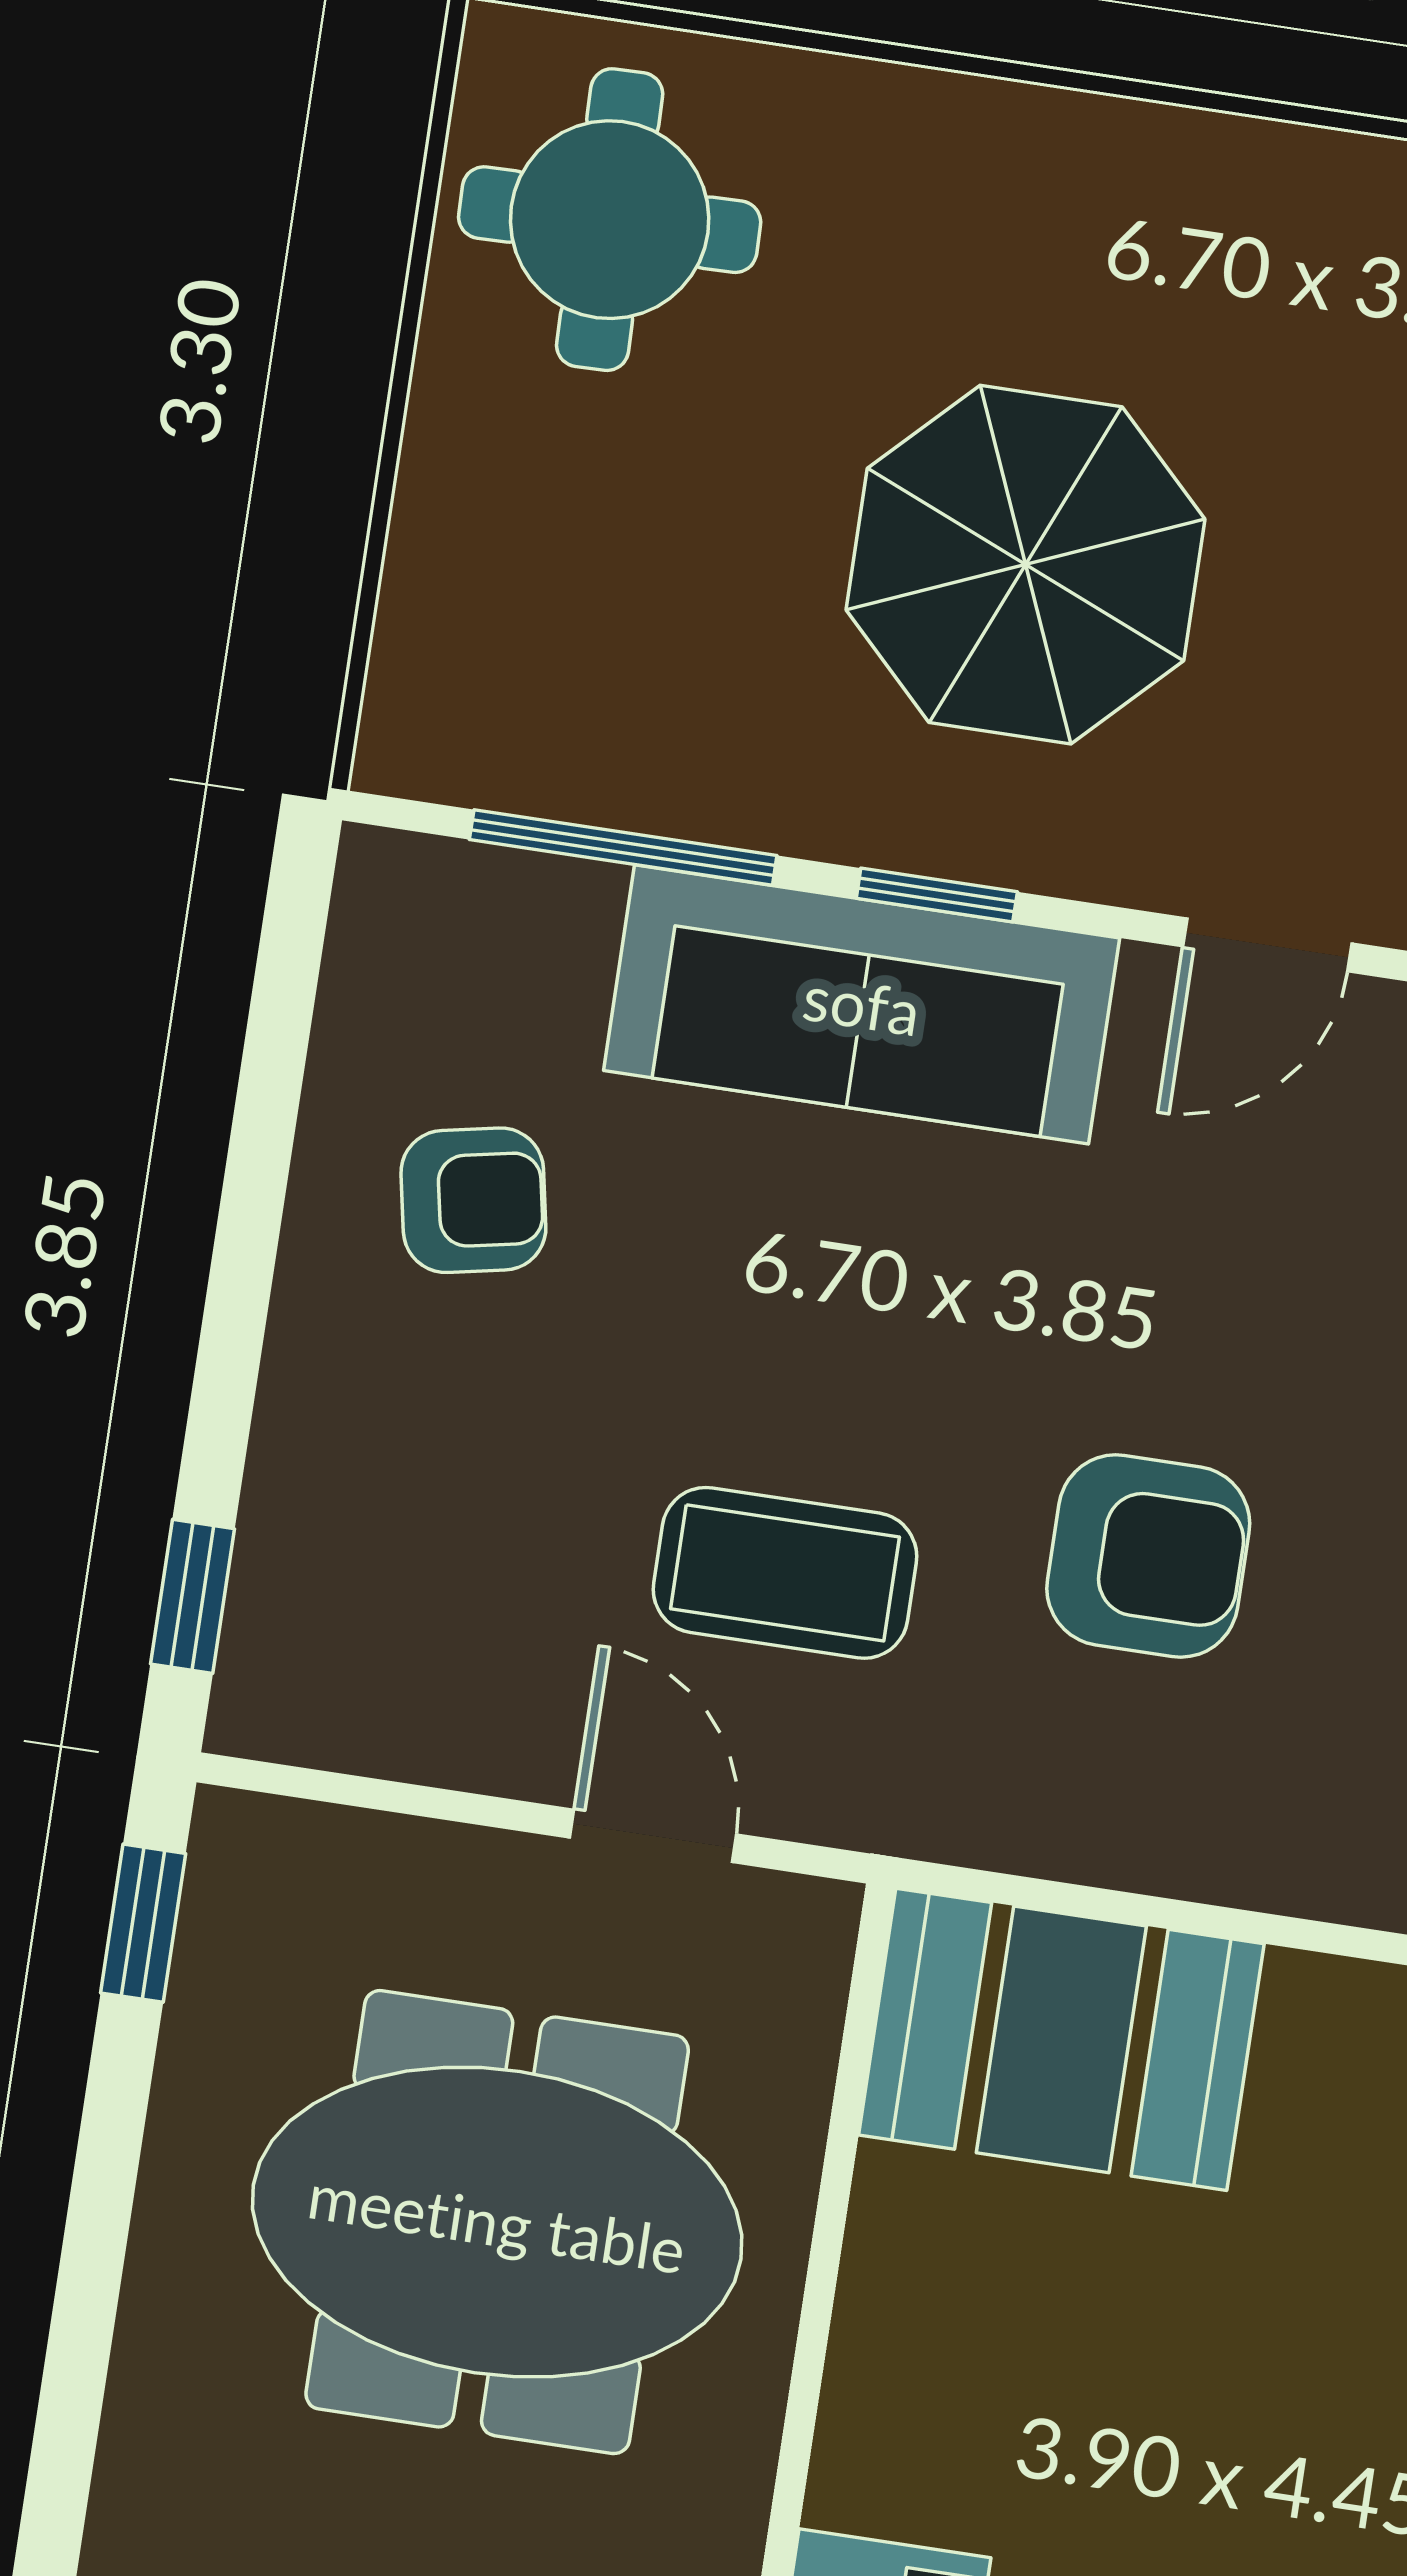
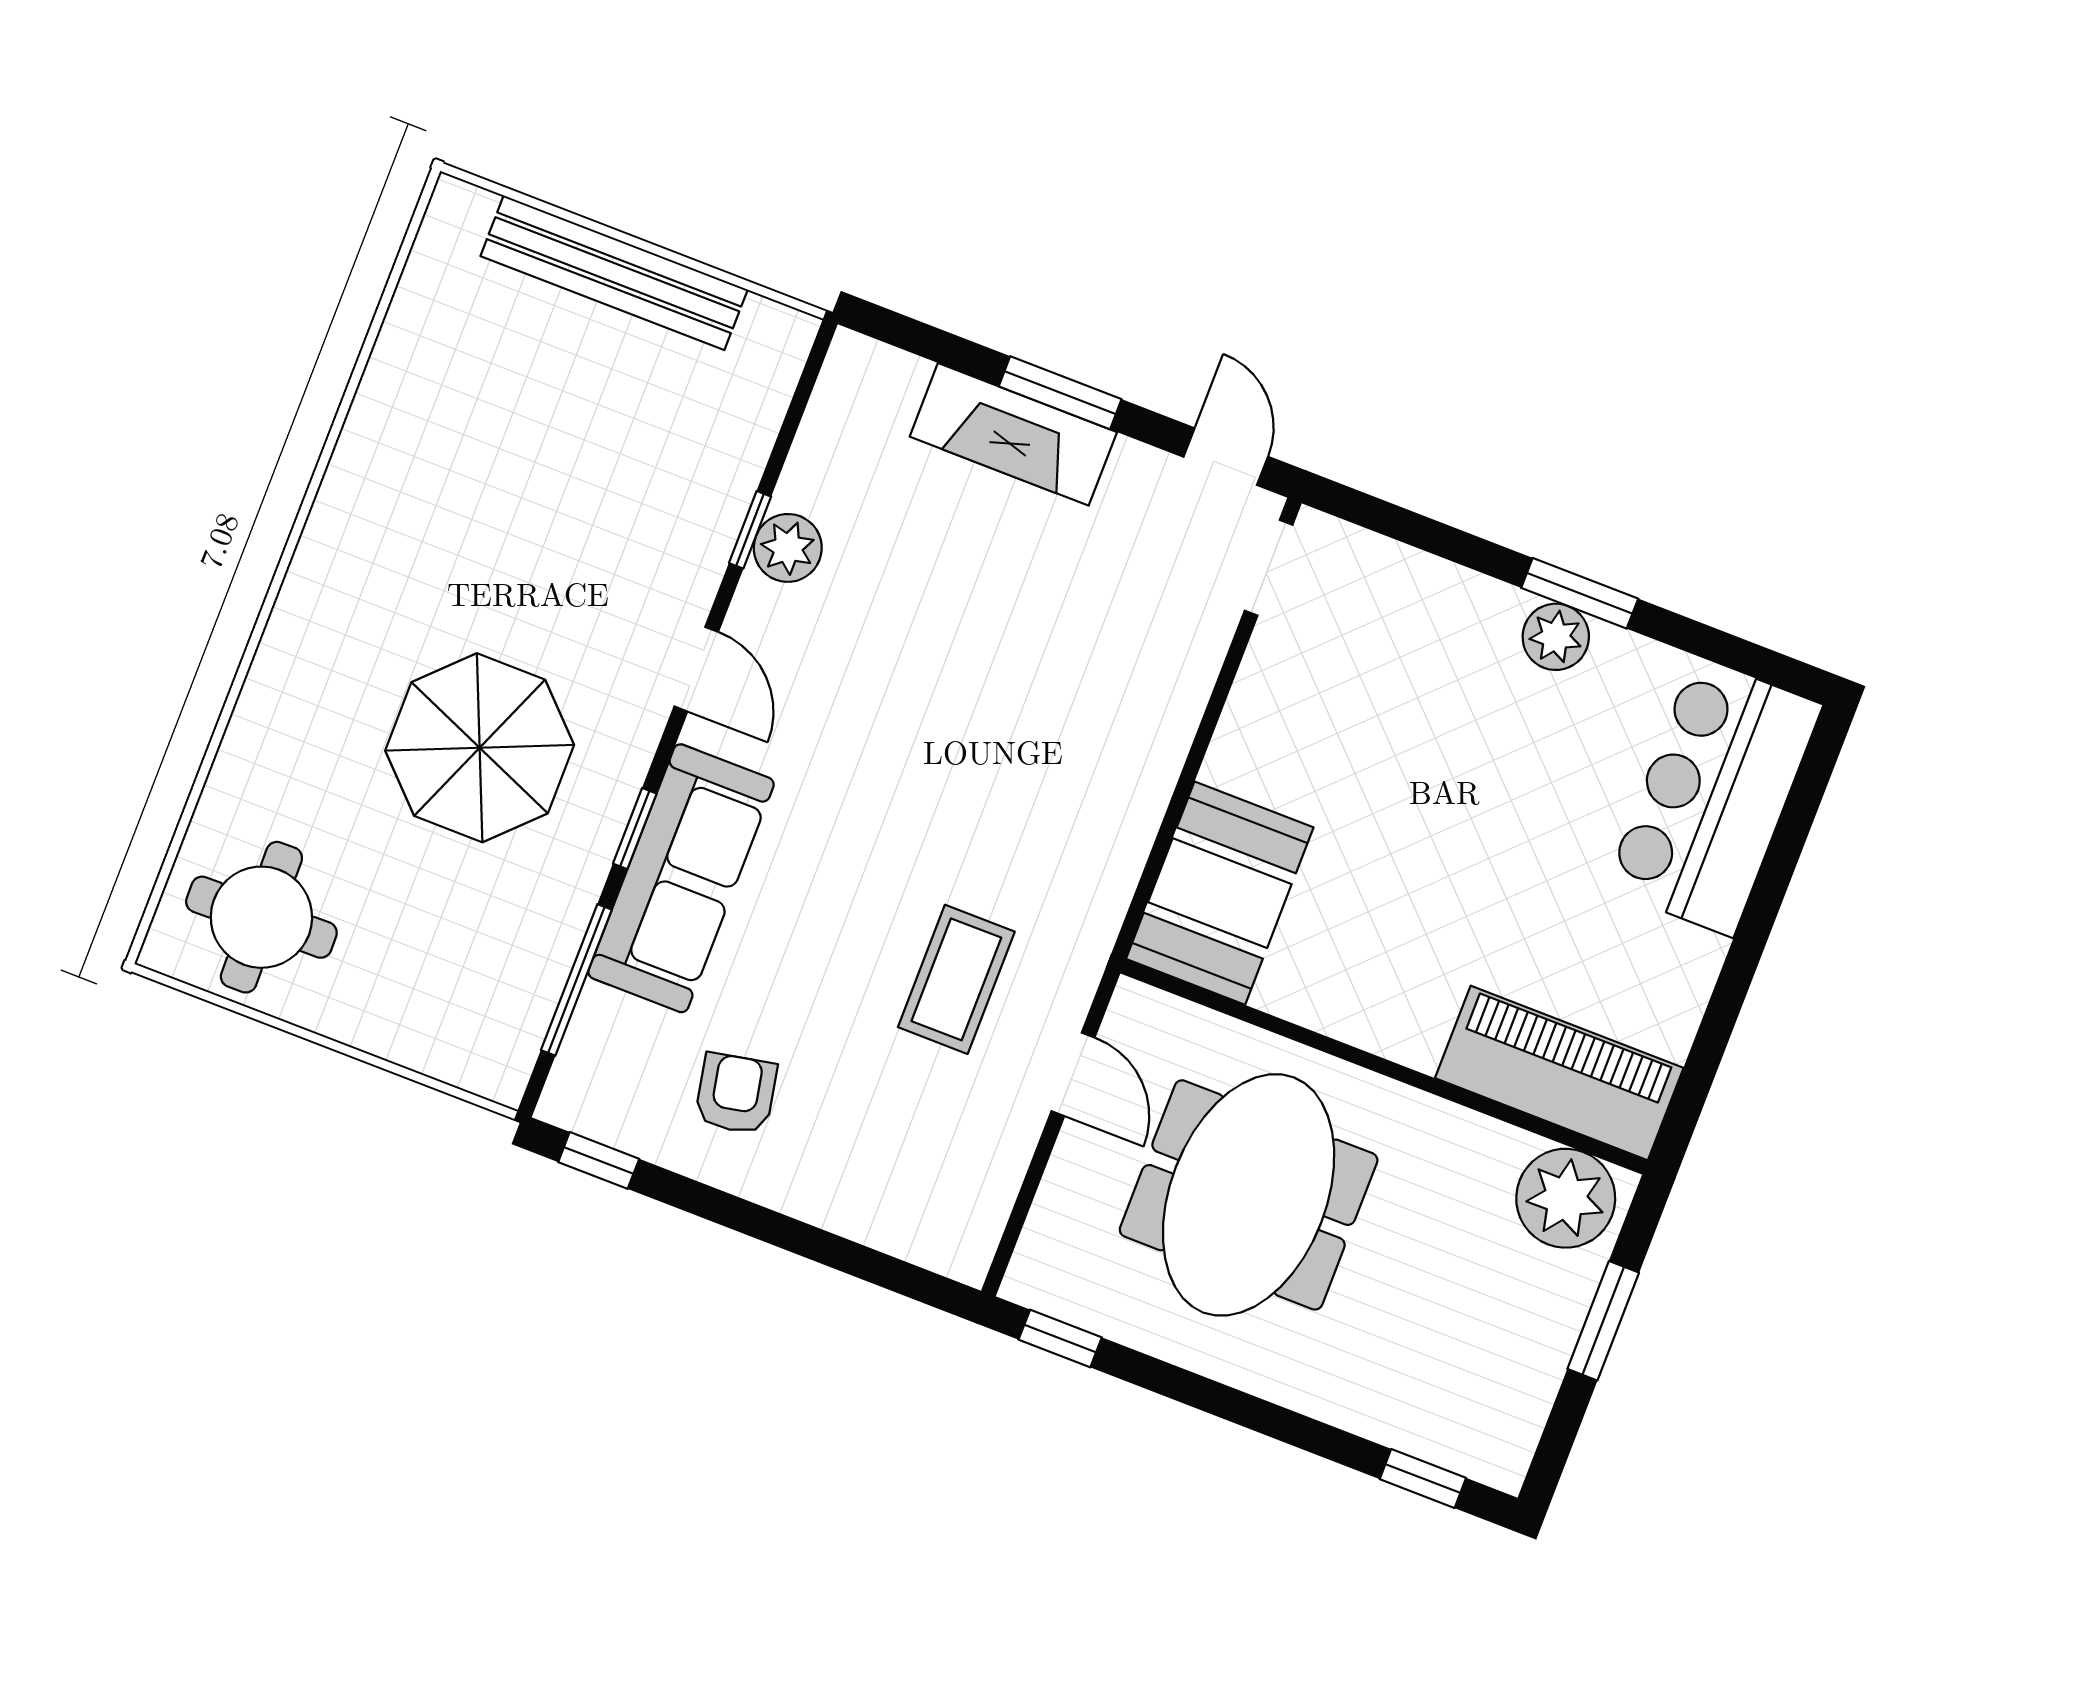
armchair: (1148, 1556) -> (988, 796), removed
window: (193, 1596) -> (599, 1160), moved
door: (653, 1836) -> (1073, 1074), swing flipped

